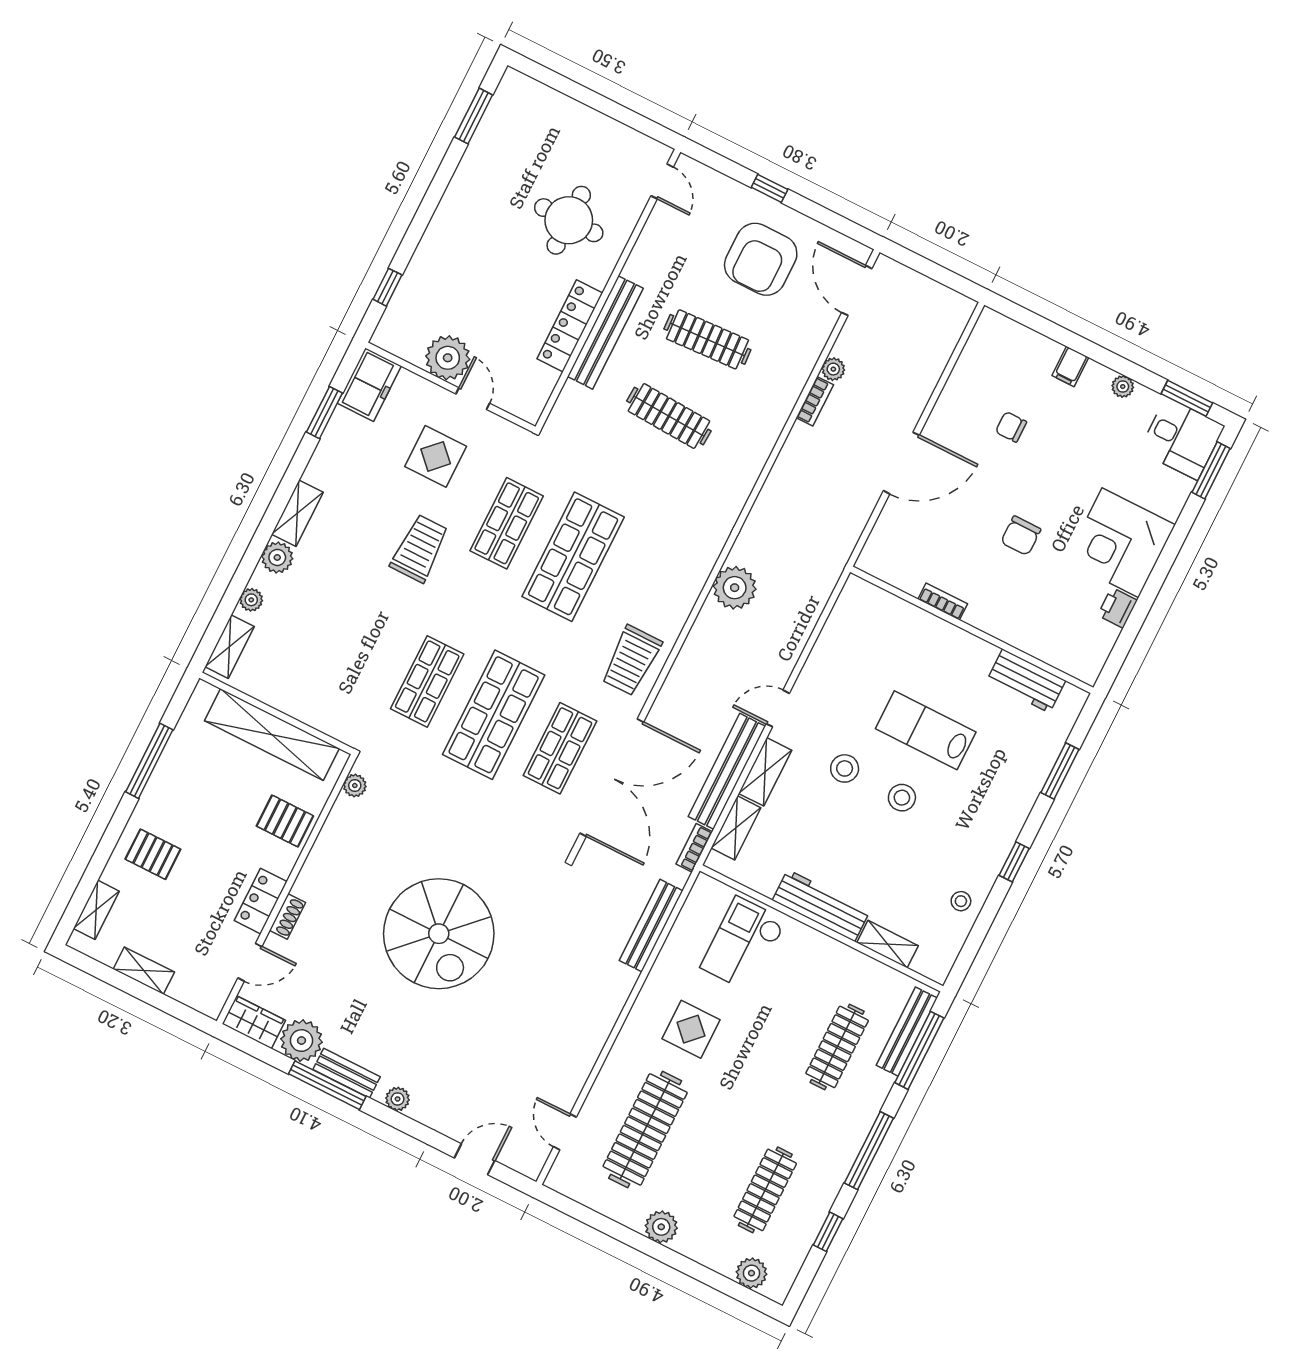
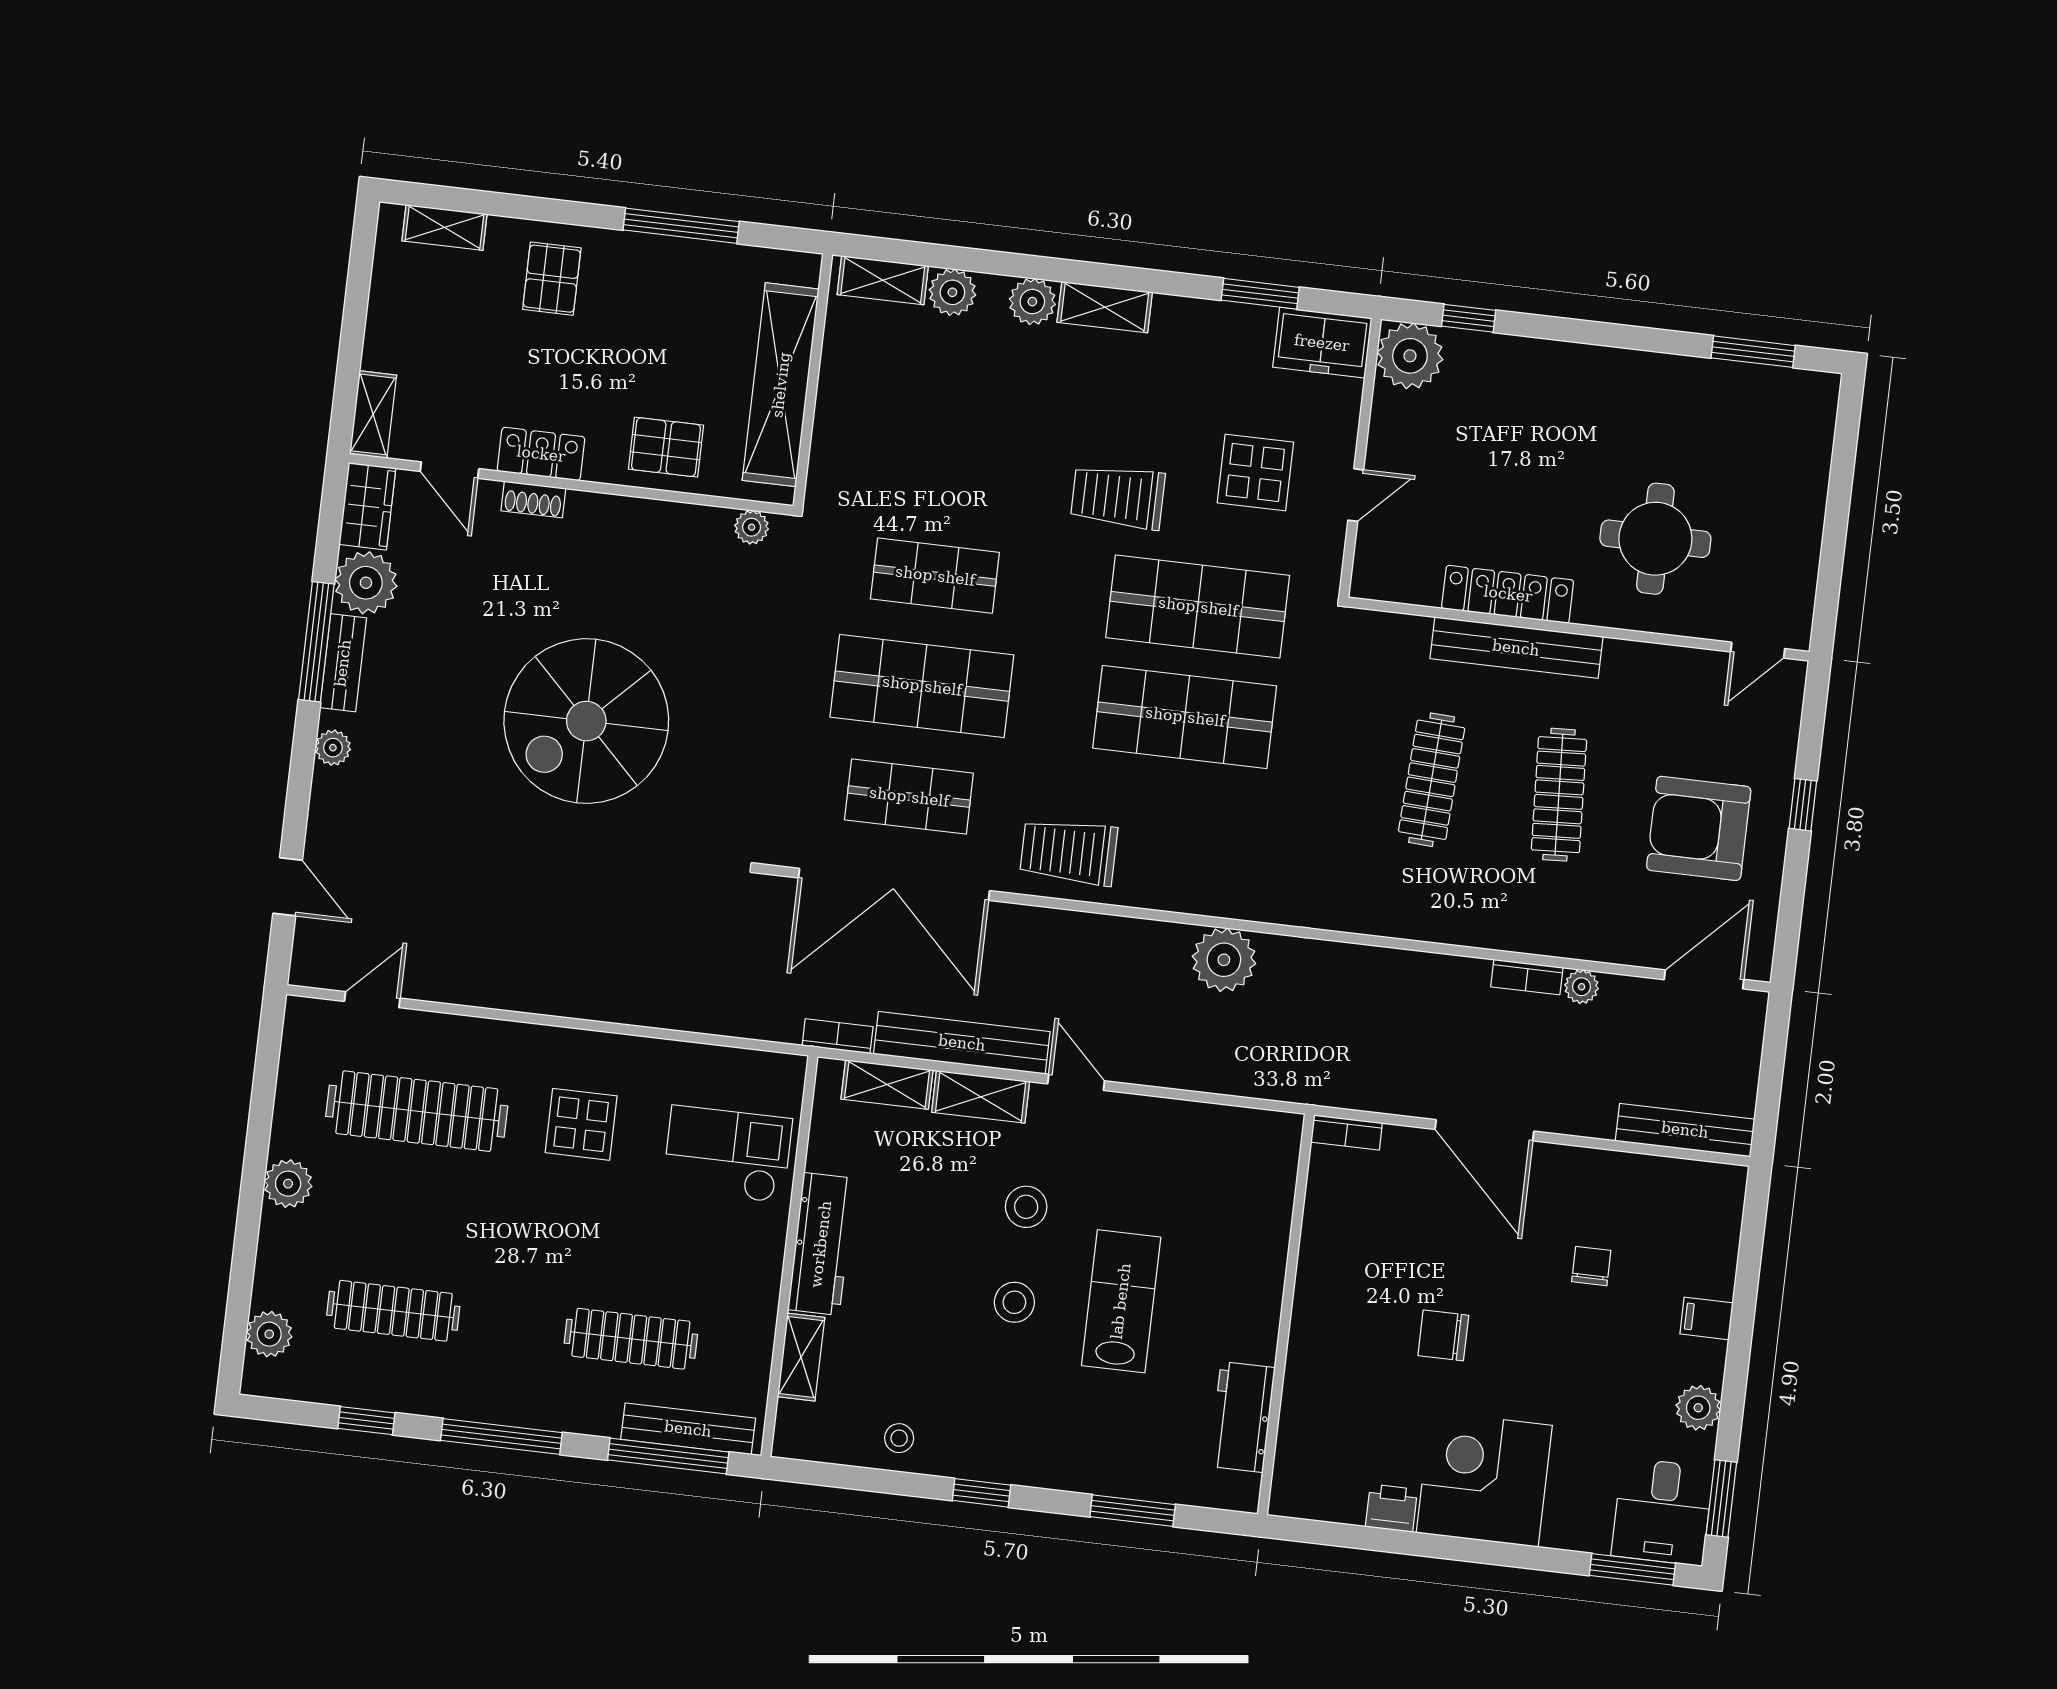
plant: (448, 358) -> (1410, 356), moved
plant: (1123, 387) -> (1698, 1408), width x1.38, depth x1.38
shop shelf: (507, 523) -> (1198, 607), width x1.43, depth x1.36
trolley: (420, 548) -> (1118, 497), turned 180
plant: (251, 600) -> (952, 292), width x1.38, depth x1.38
bookcase: (943, 602) -> (1347, 1132), moved, turned 90
pallet: (285, 821) -> (666, 447), turned 90
bench: (651, 926) -> (1685, 1130), moved
shelving: (144, 971) -> (373, 414), moved

